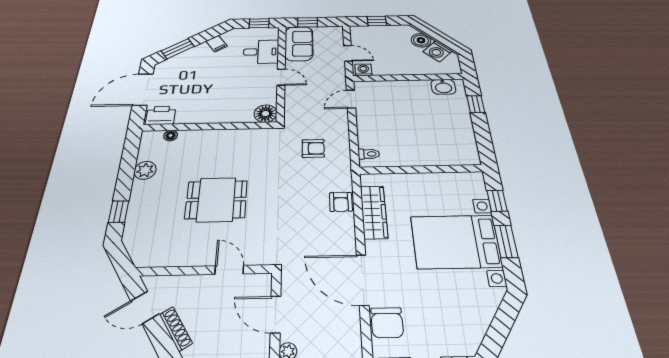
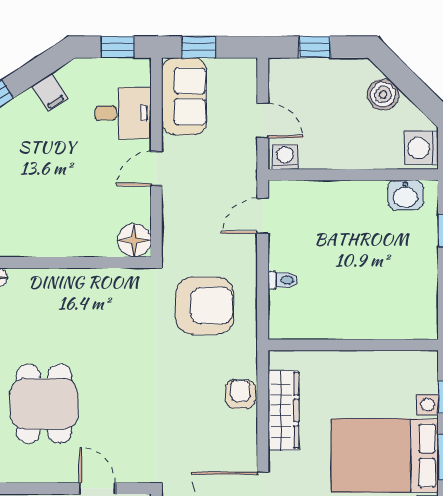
washing machine: (438, 51) -> (421, 148), moved, turned 45
door: (281, 77) -> (156, 169), swing flipped
armchair: (313, 148) -> (205, 306), width x1.88, depth x1.88
toilet: (369, 154) -> (283, 280), moved
dining table: (216, 200) -> (44, 404), moved, turned 90
armchair: (341, 202) -> (240, 394), turned 180

